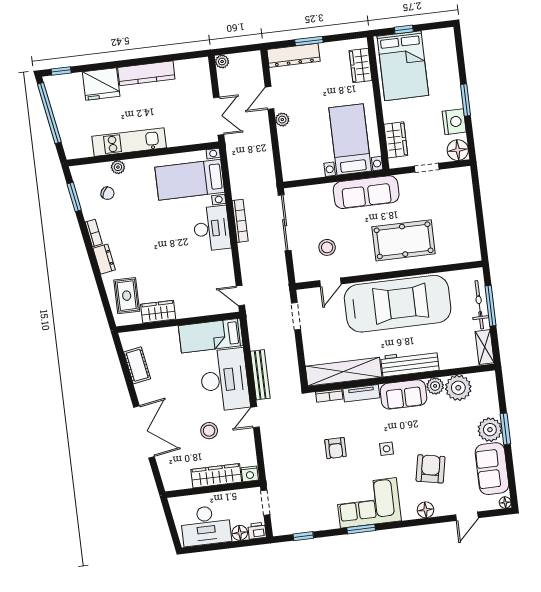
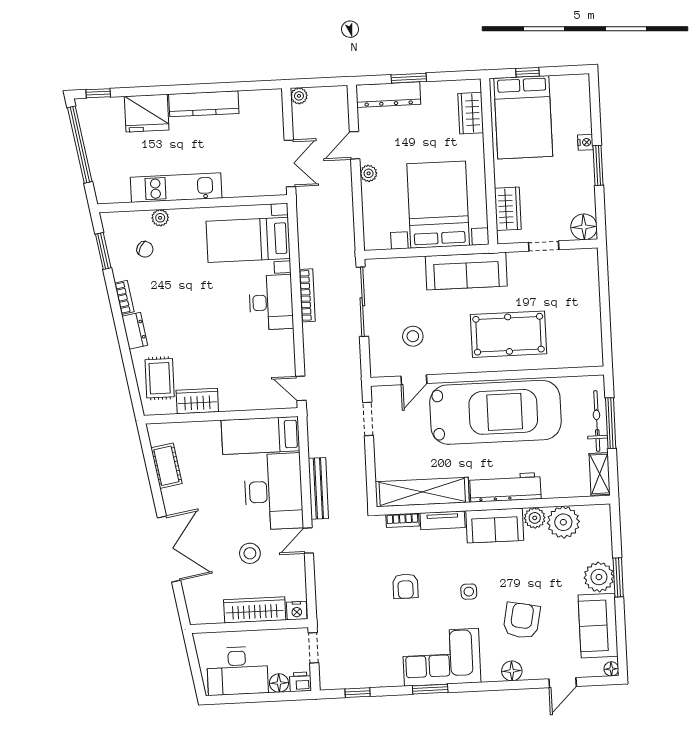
nightstand: (454, 122) -> (585, 142), moved, width x0.53, depth x0.56
bed with nightstands: (350, 139) -> (438, 205), width x1.36

